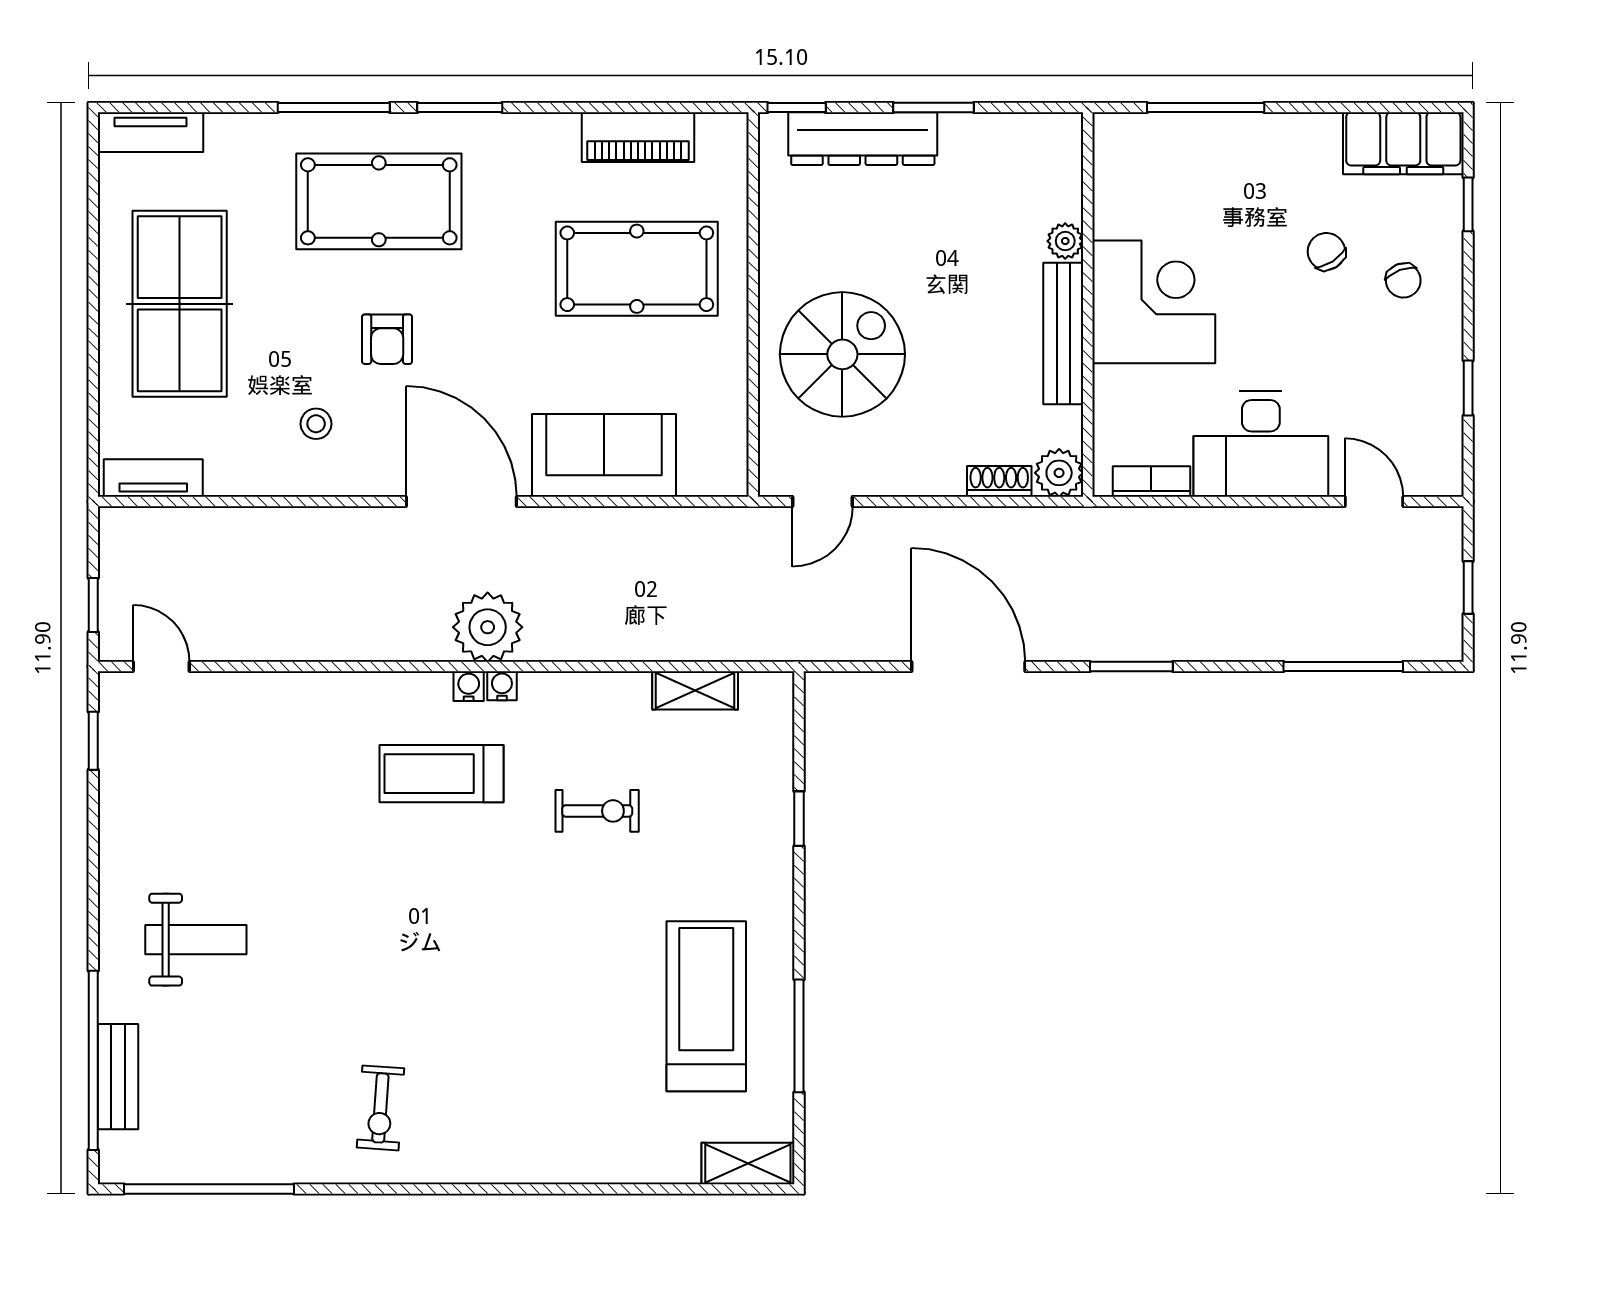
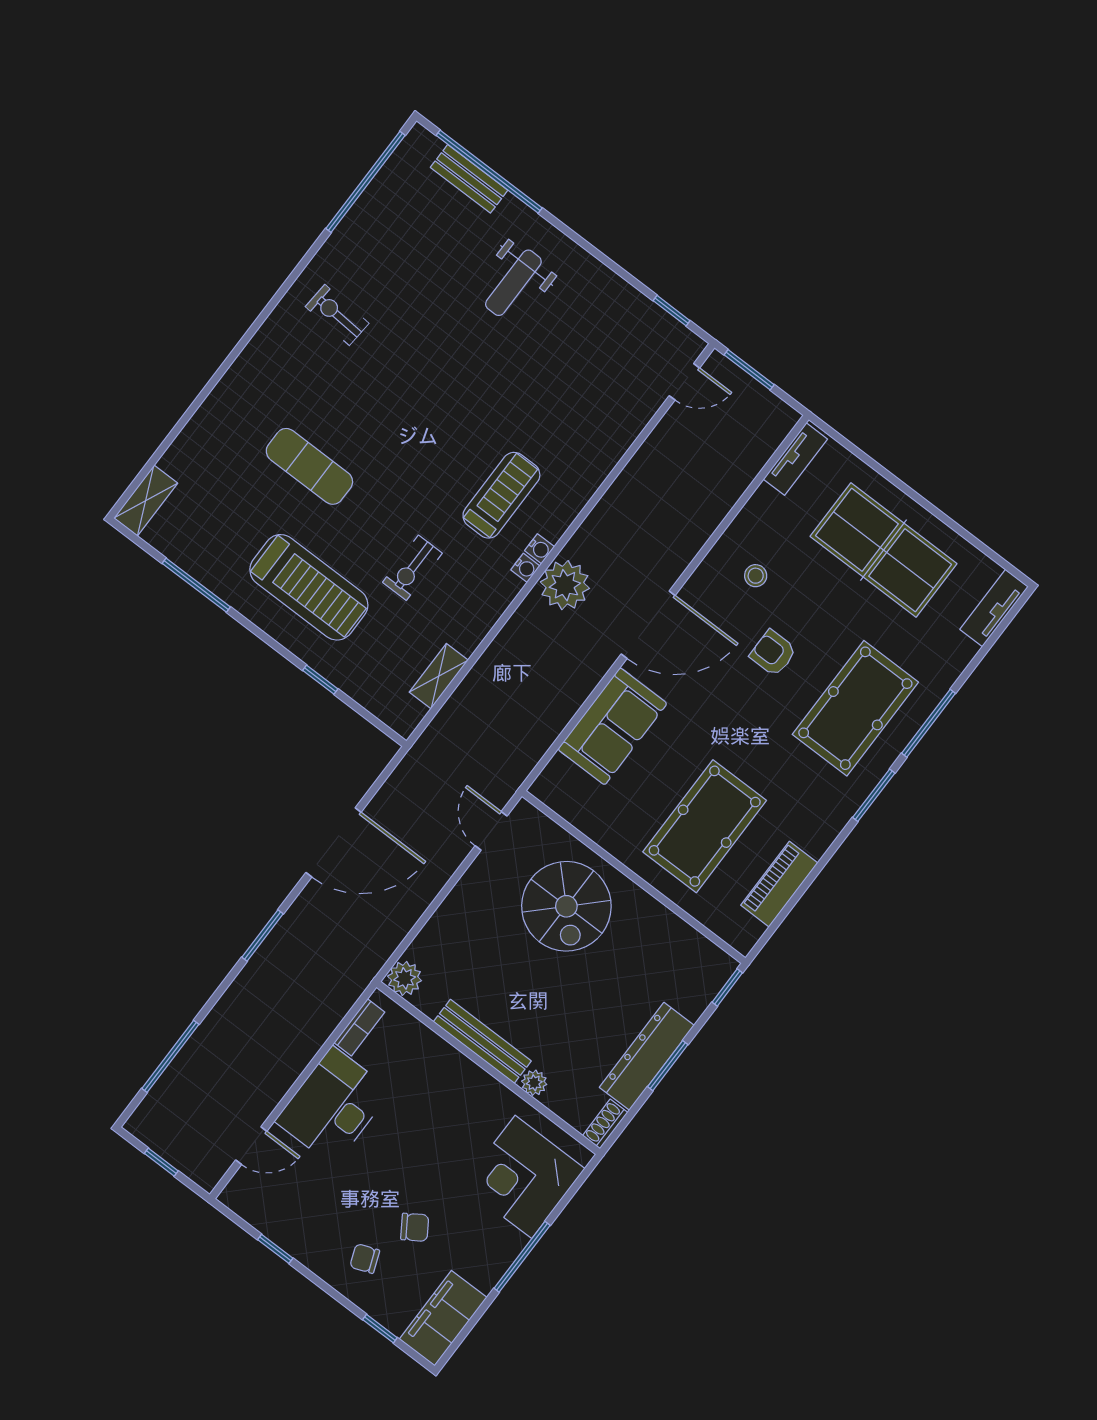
window: (1206, 107) -> (522, 1257), moved
dresser: (863, 139) -> (647, 1056), moved
corner desk: (1154, 302) -> (523, 1177), moved, turned 90
shoe rack: (999, 481) -> (605, 1124), moved, turned 180
window: (93, 605) -> (749, 370), width x1.50
treadmill: (706, 1006) -> (309, 587), moved
exercise mat: (572, 1011) -> (309, 466), added

